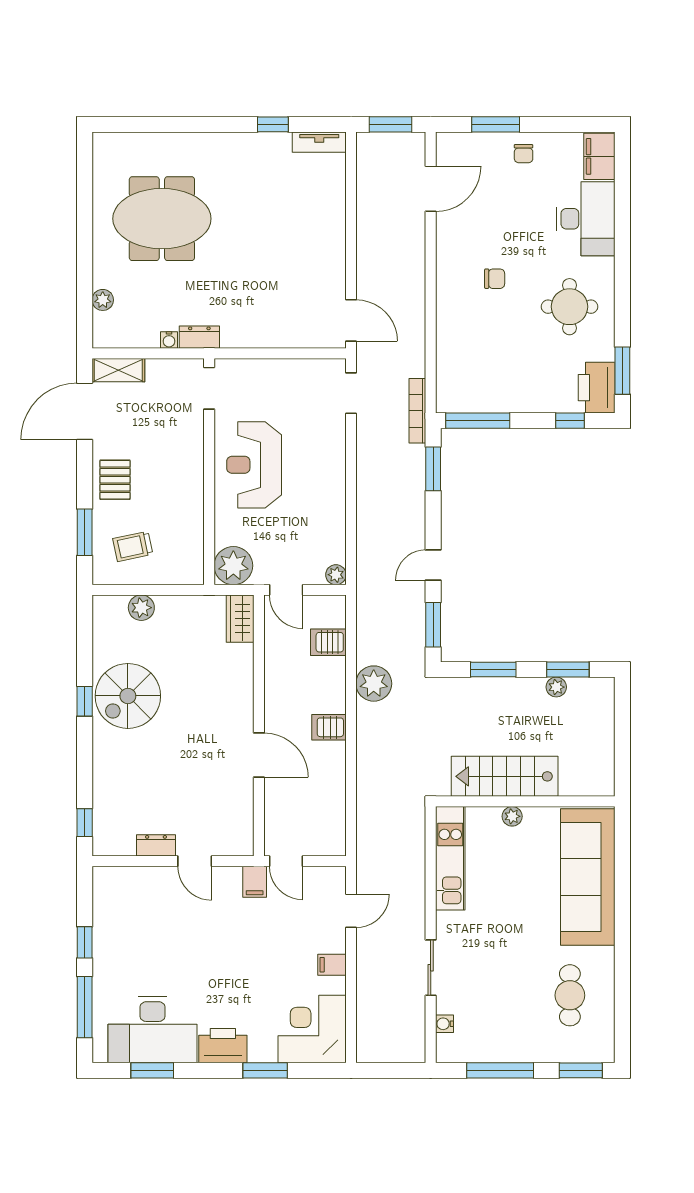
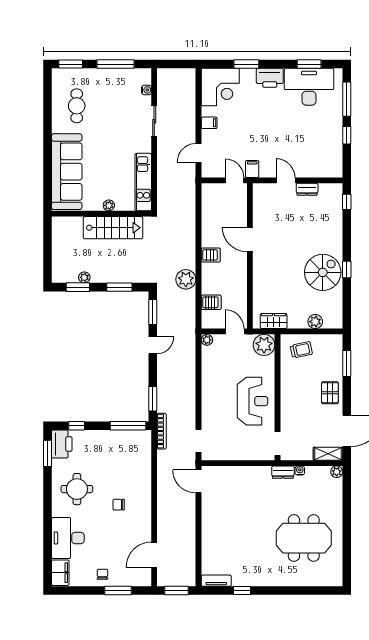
plant: (103, 300) -> (337, 472), moved
trolley: (133, 546) -> (301, 350), moved
wardrobe: (240, 619) -> (274, 321), moved, turned -90

